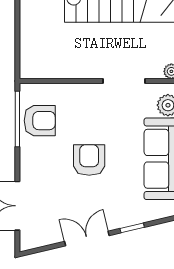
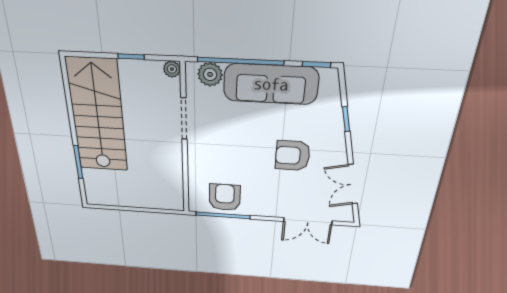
armchair: (89, 160) -> (293, 156), moved
double door: (87, 239) -> (353, 184), moved

